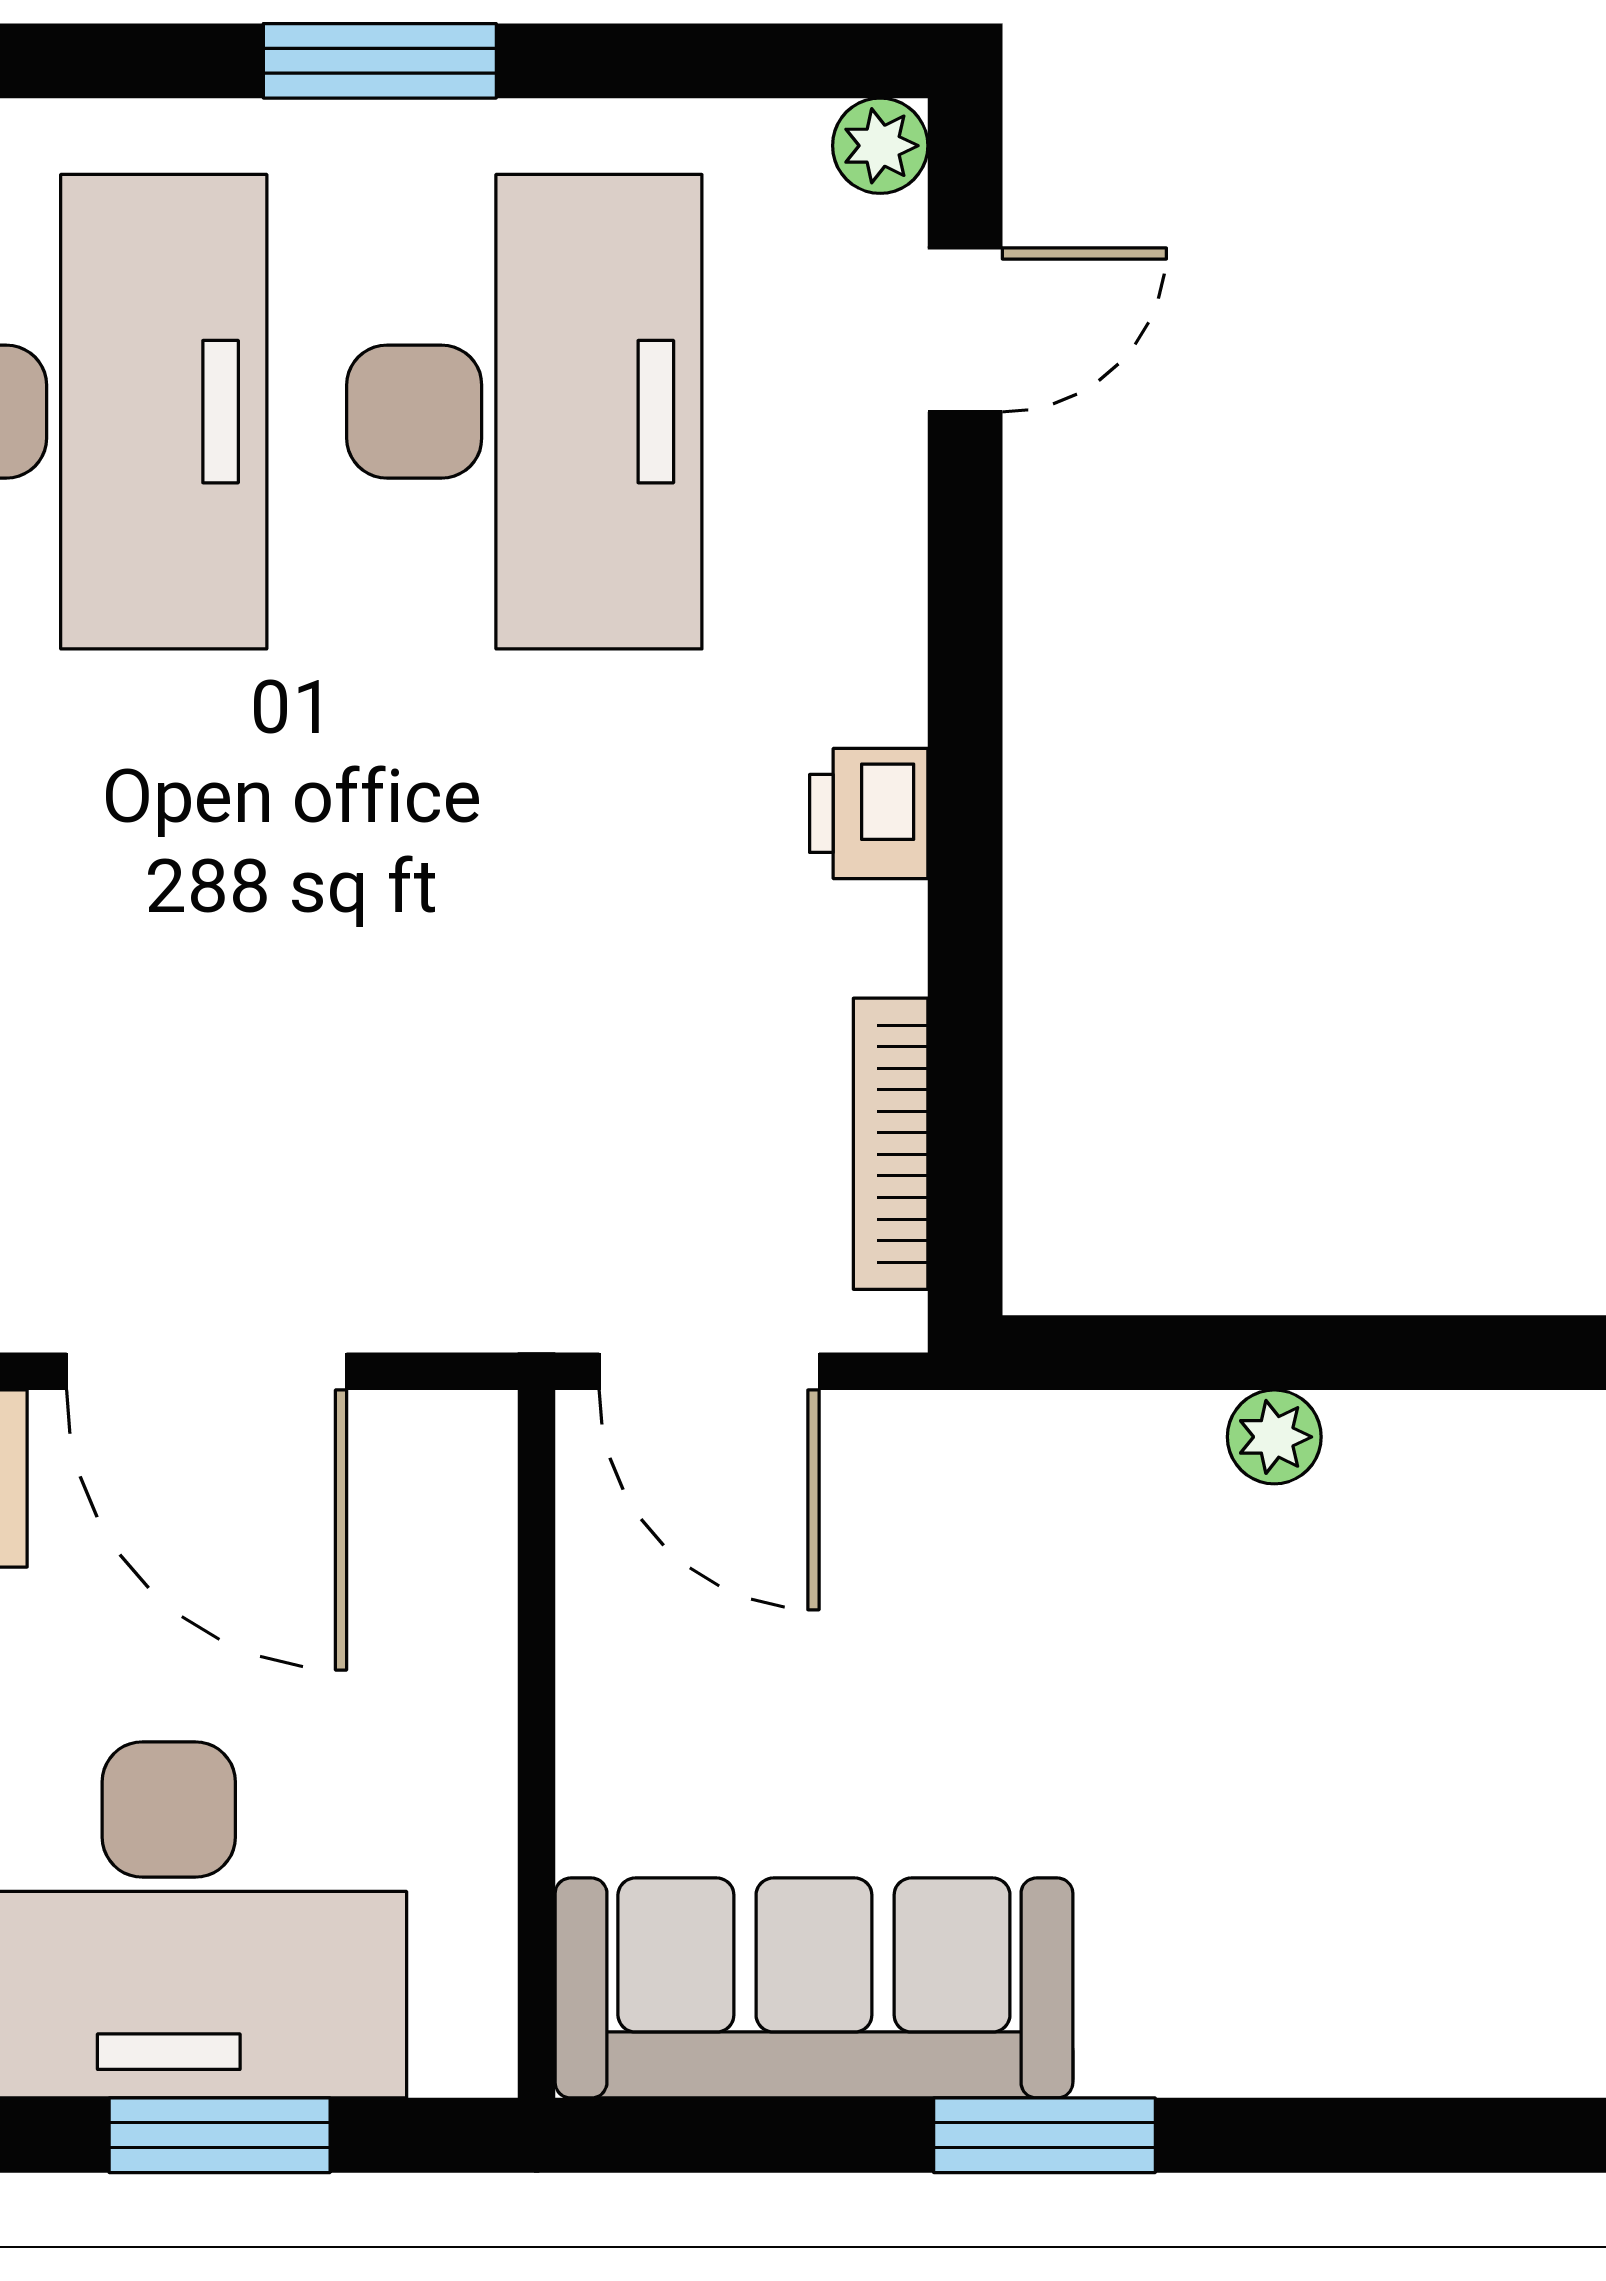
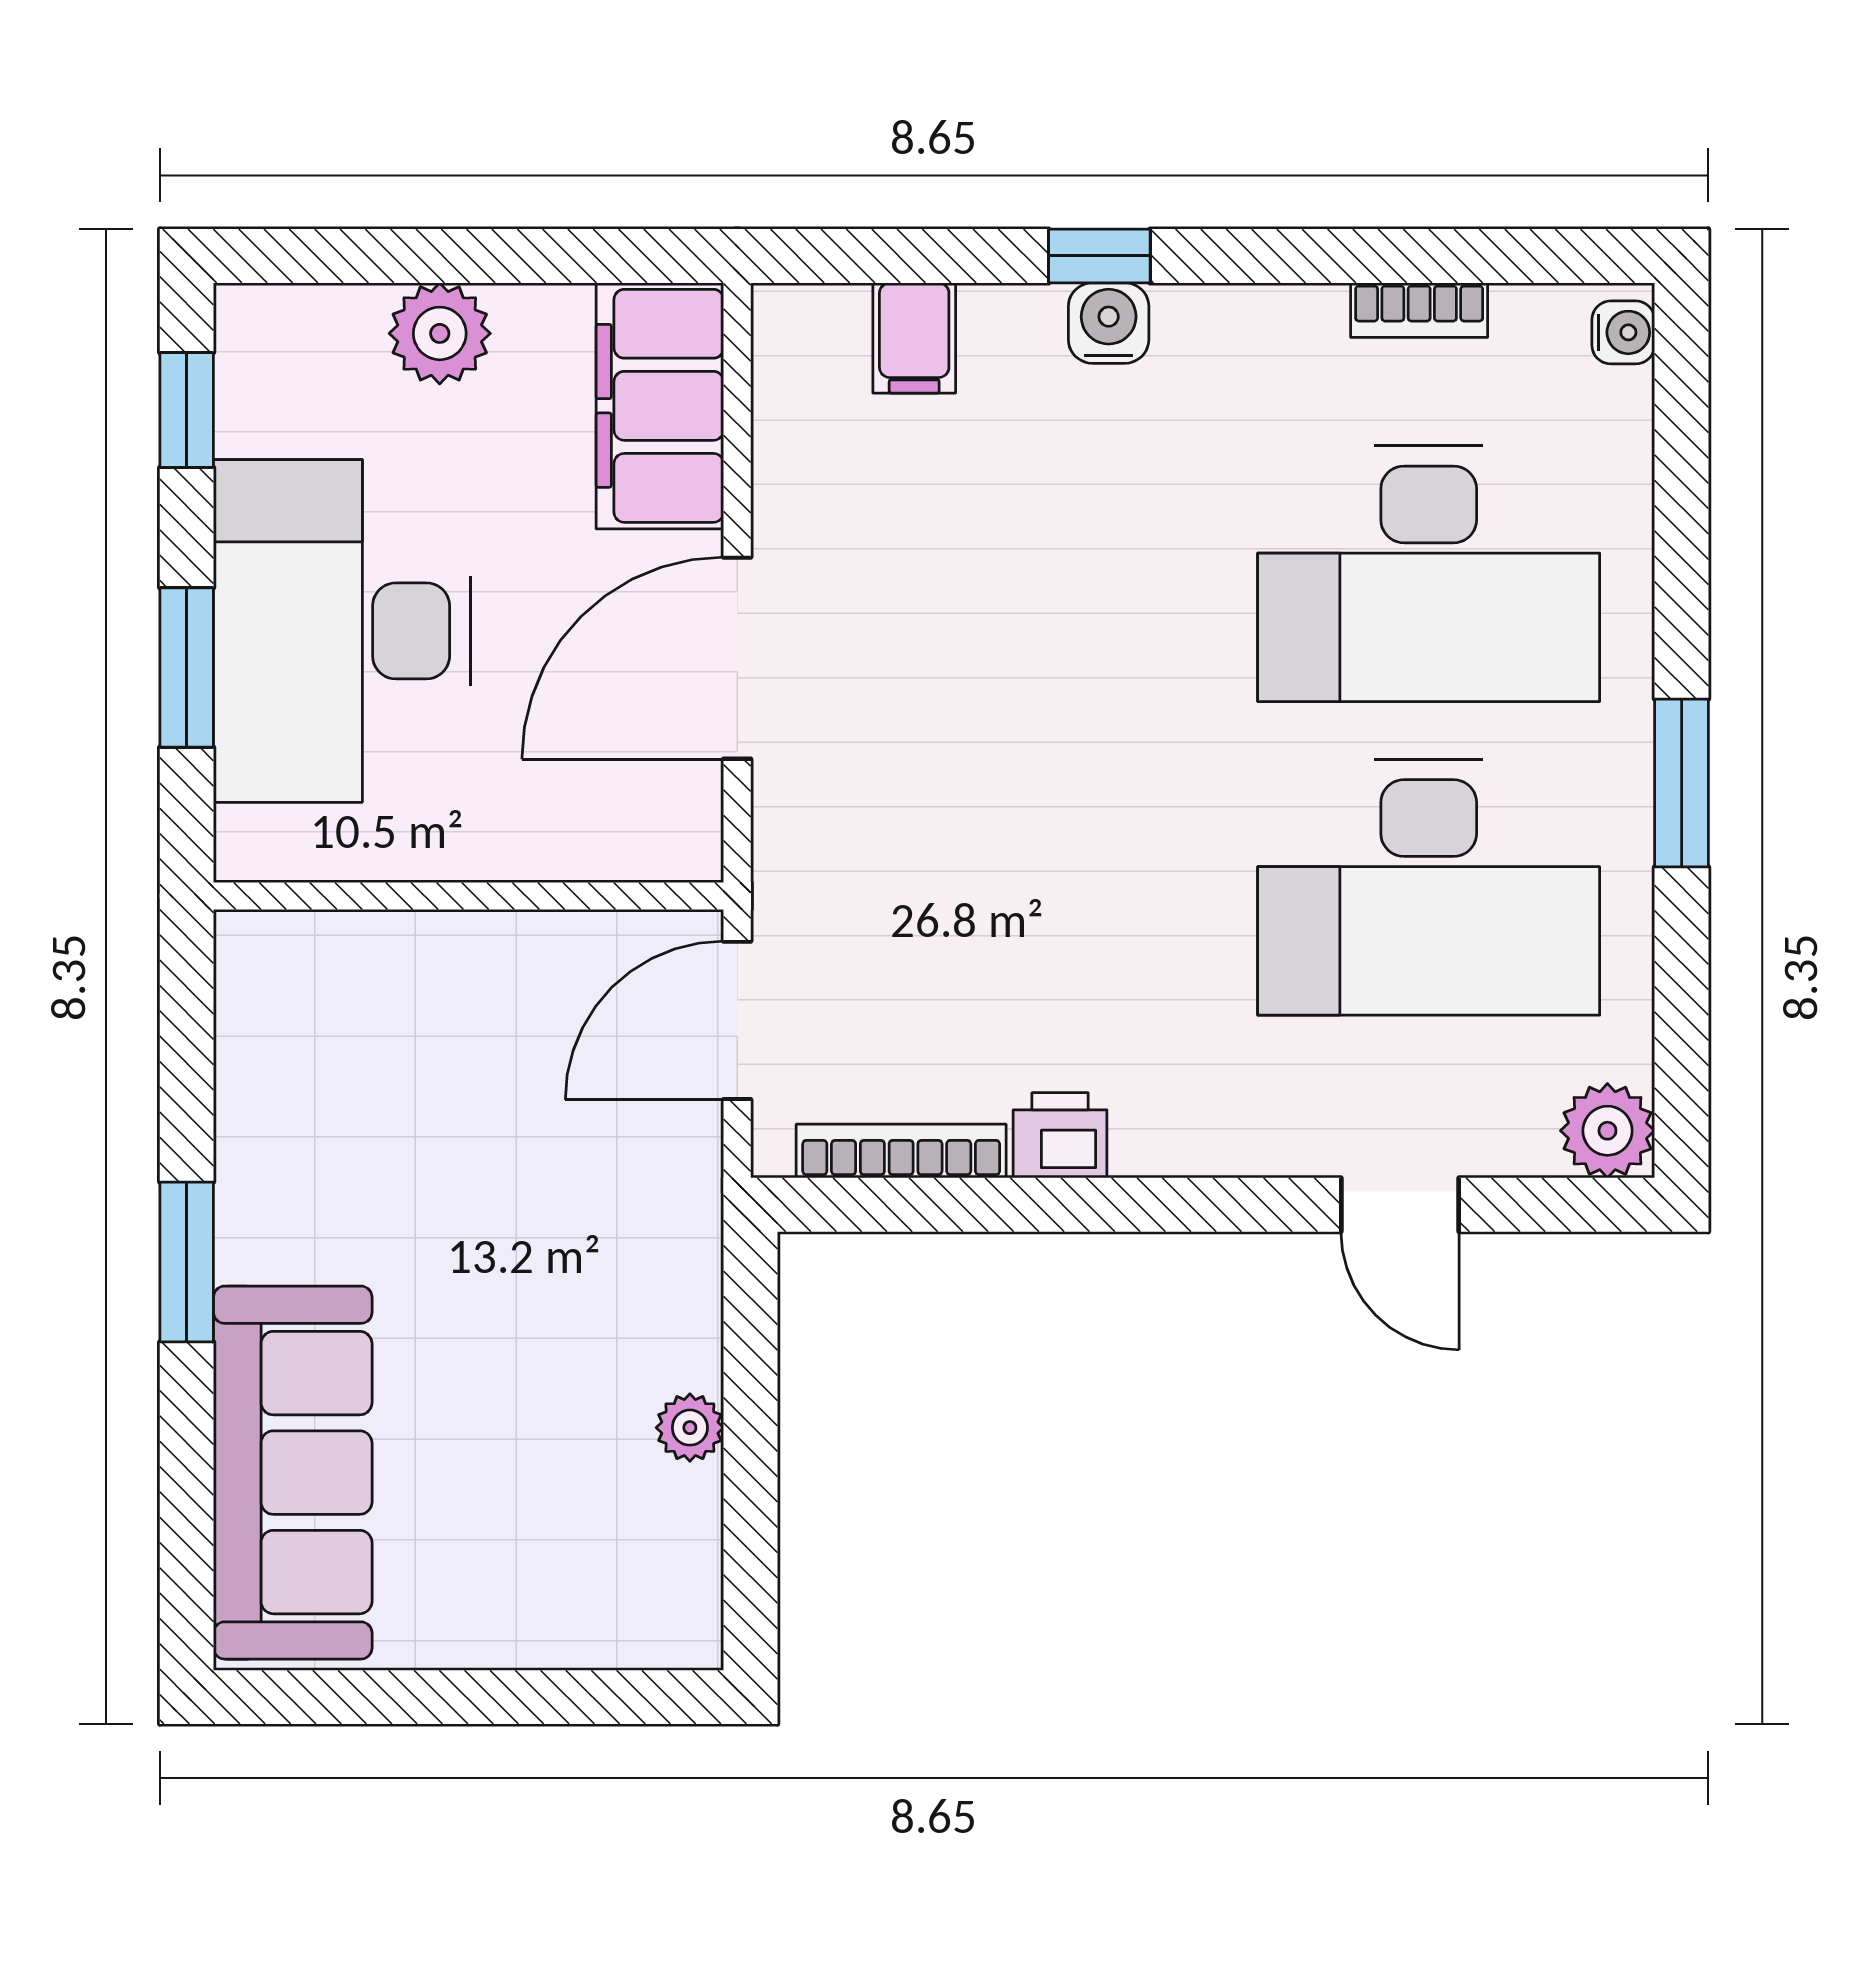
plant: (880, 146) -> (1607, 1131), width x1.38, depth x1.38
door: (965, 330) -> (1400, 1205), moved
printer: (869, 813) -> (1060, 1135), moved
sofa: (814, 1988) -> (293, 1473), moved

